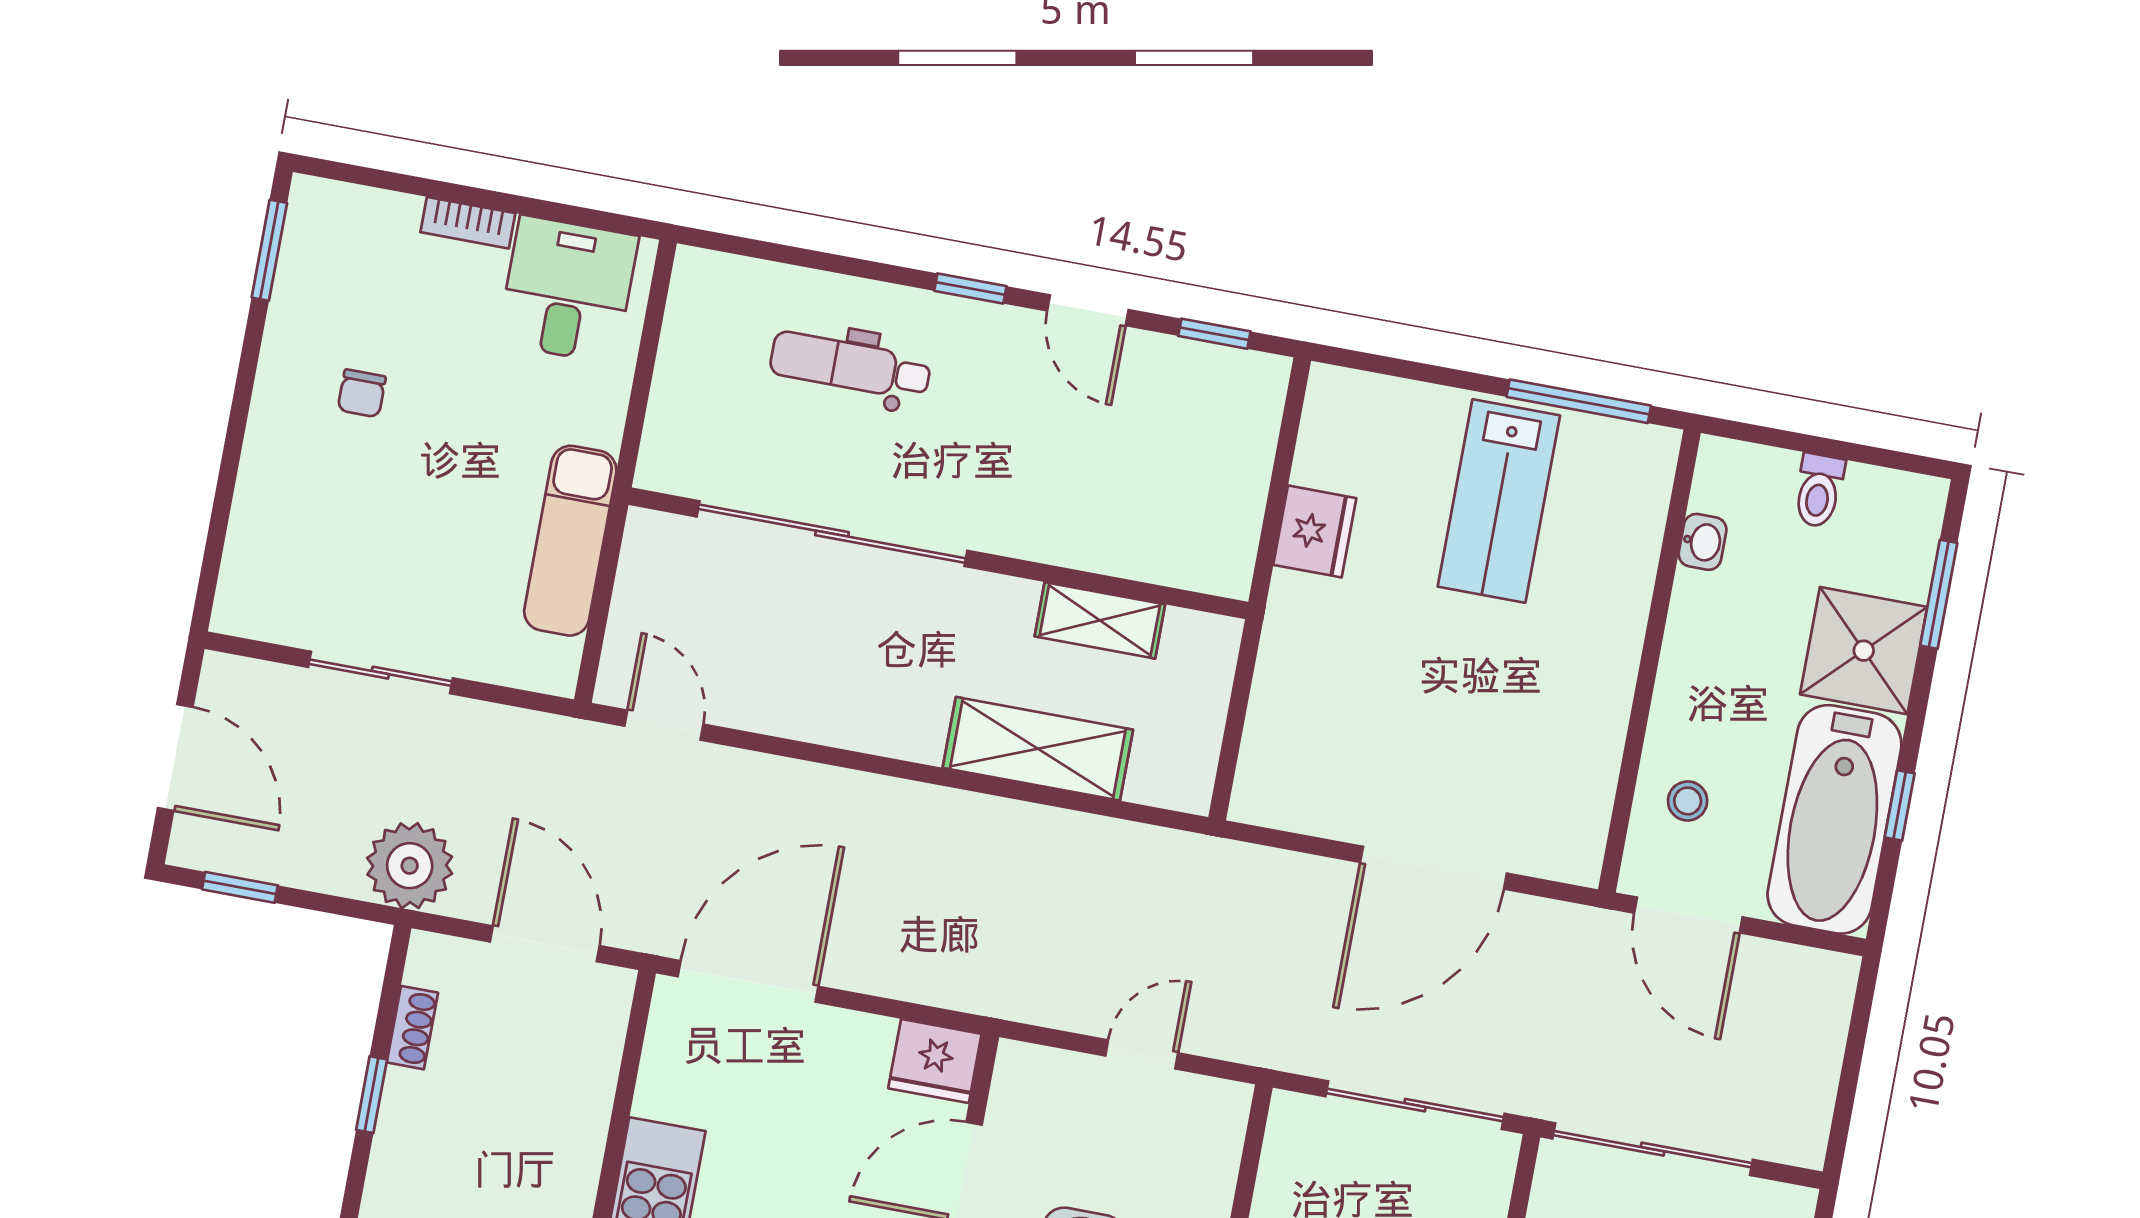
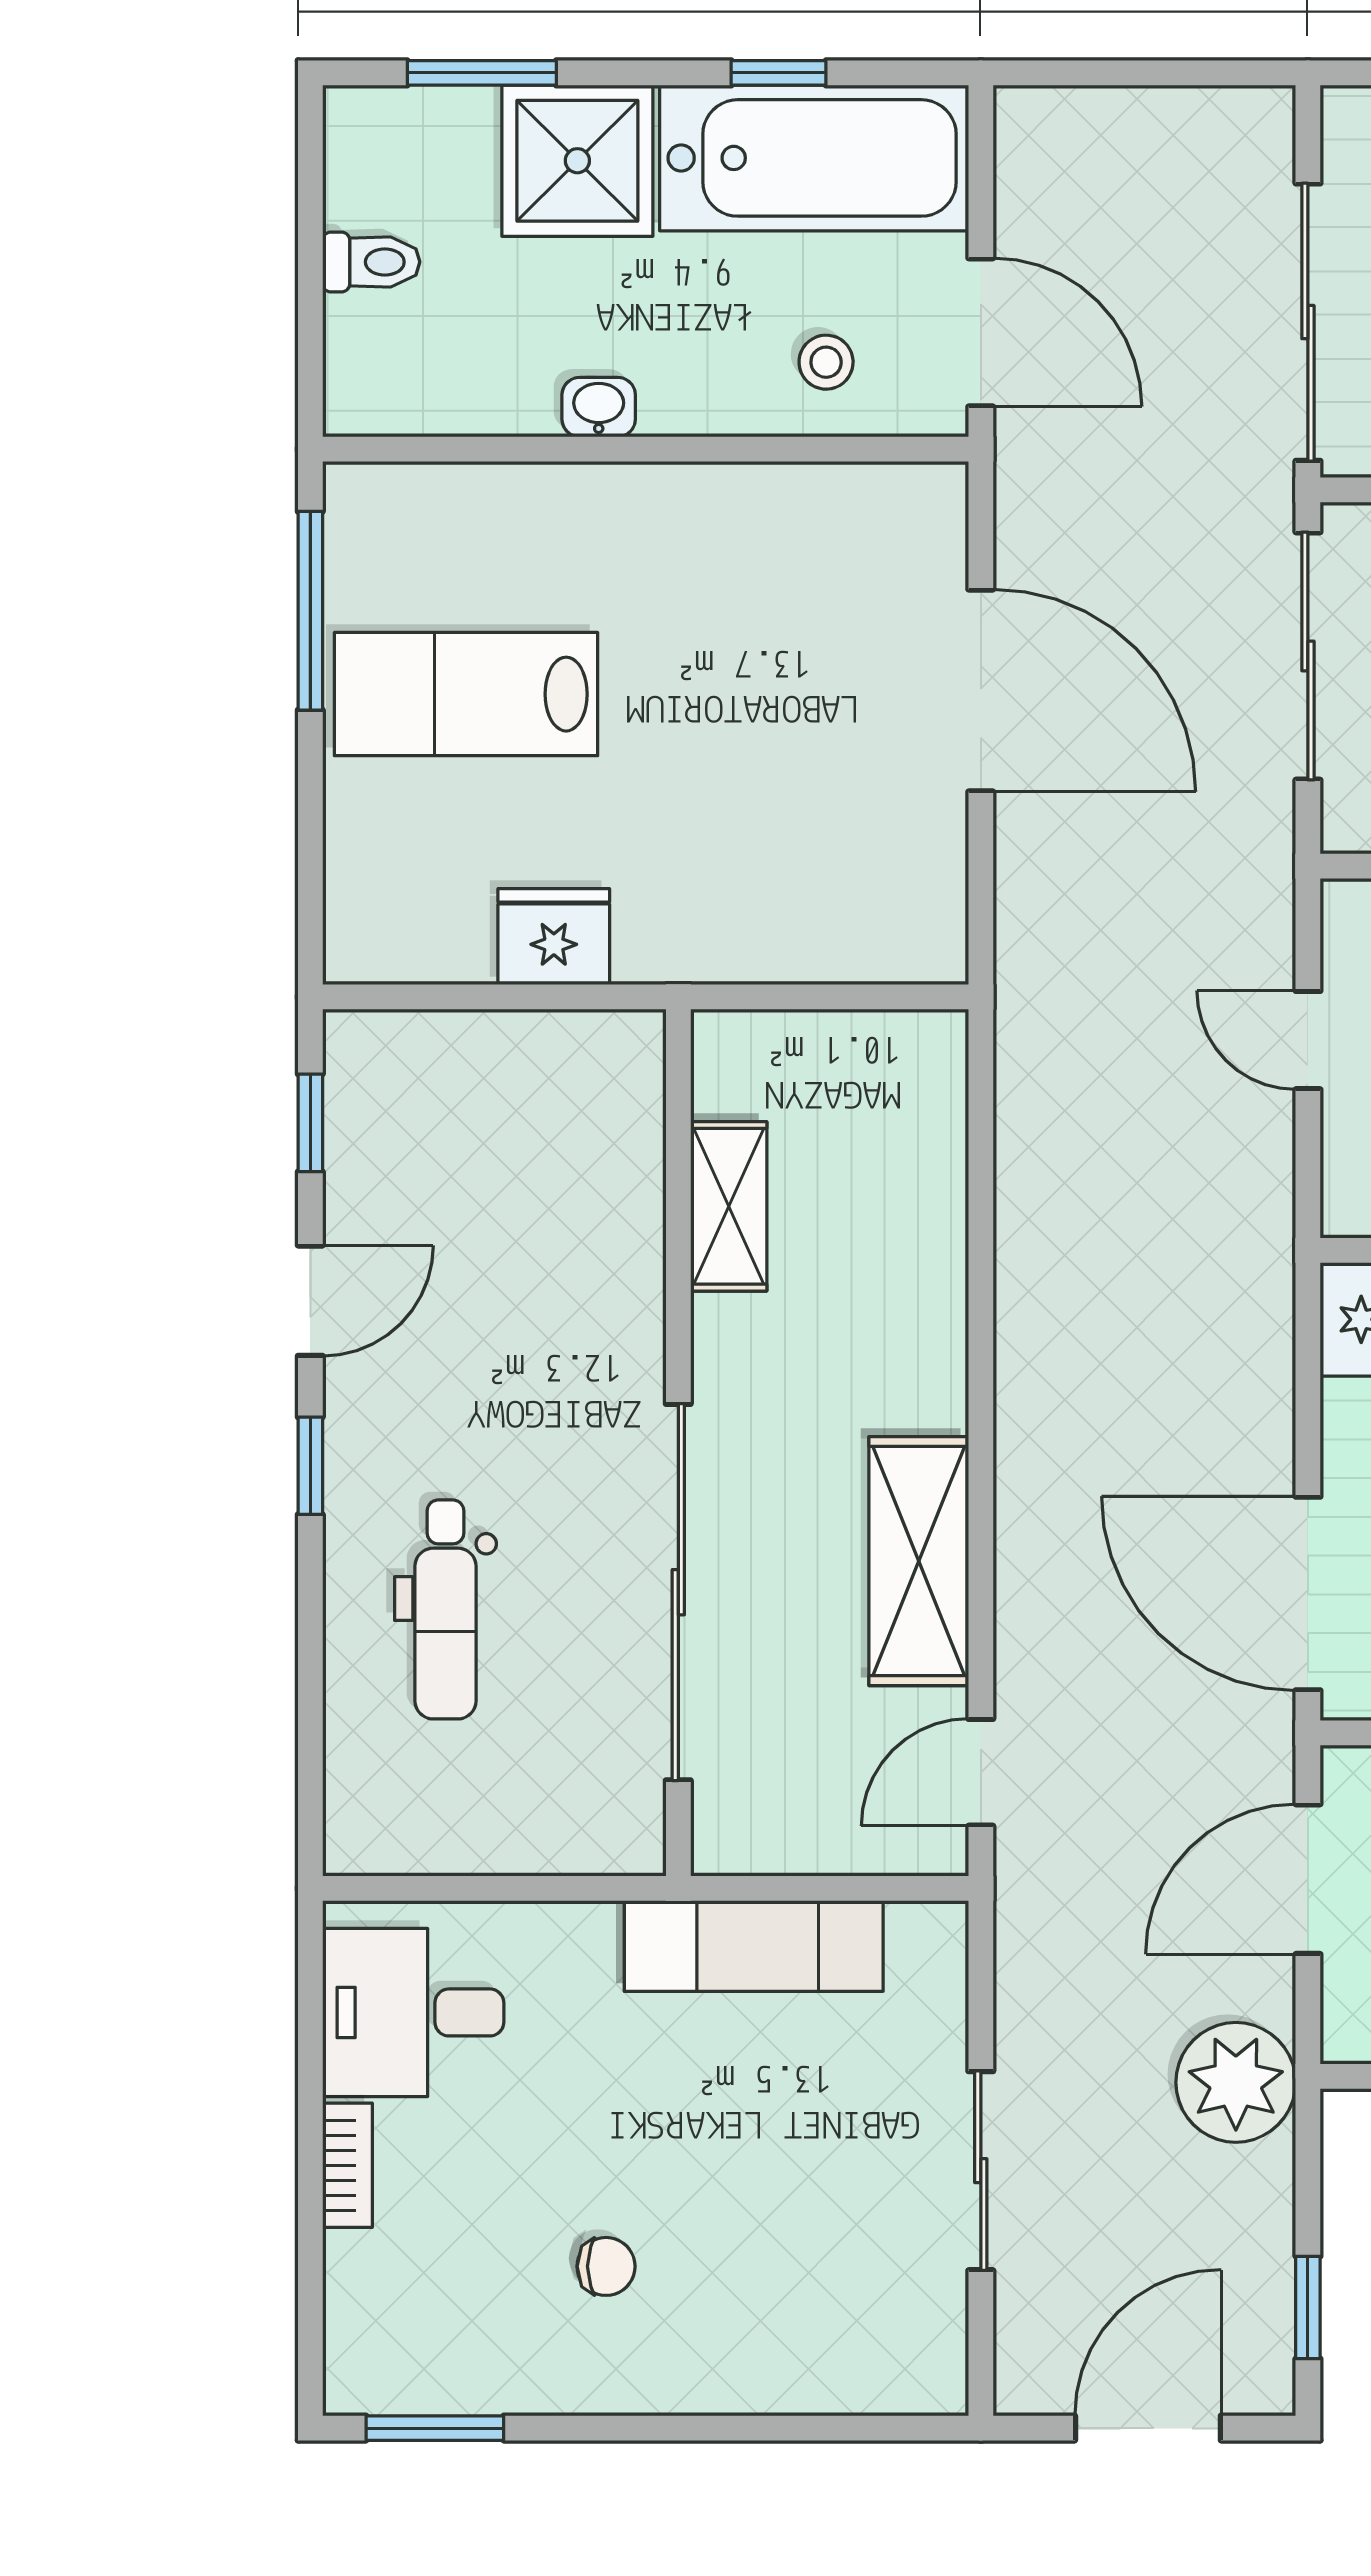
lab bench: (1499, 501) -> (466, 694), turned 180
washbasin: (1703, 542) -> (599, 407), moved
shelving: (1038, 749) -> (919, 1561), moved
door: (1688, 915) -> (981, 332), hinge flipped

